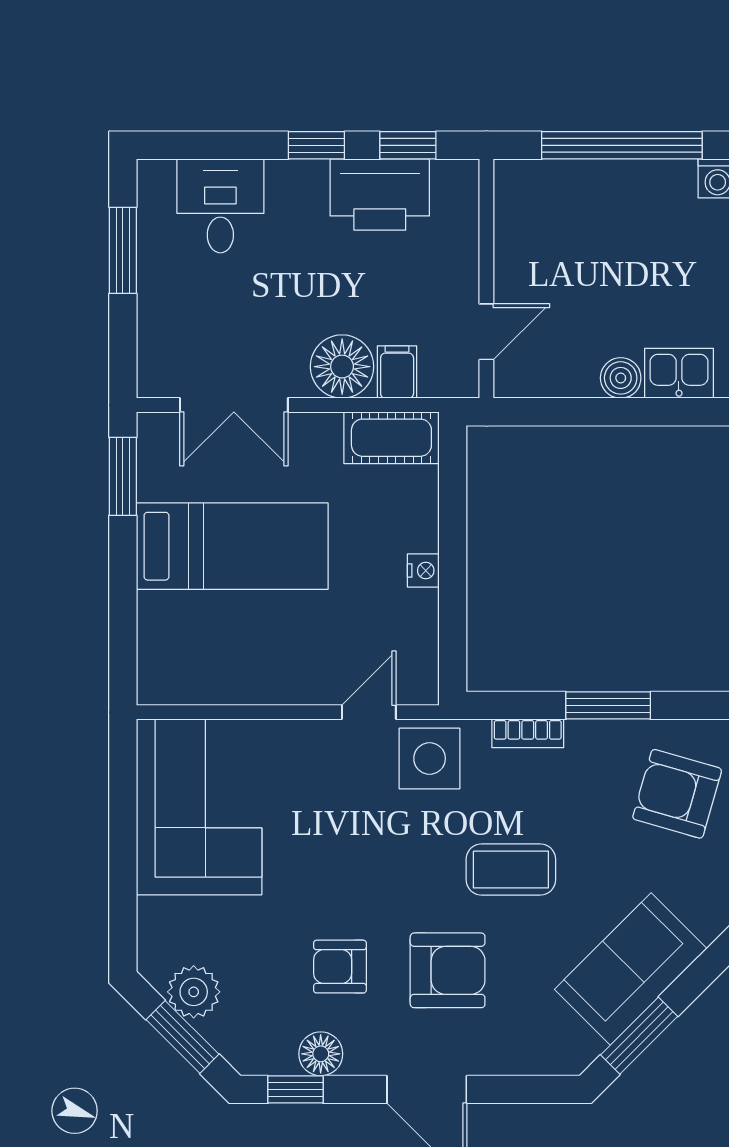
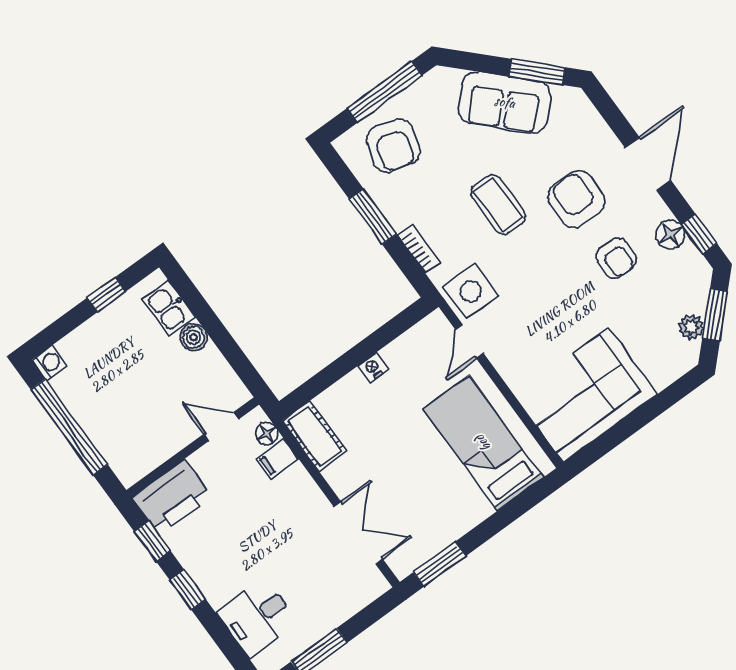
printer: (380, 195) -> (172, 497), moved, turned 90
floor lamp: (342, 367) -> (267, 434), moved, width x0.53, depth x0.53
bed: (232, 546) -> (483, 443), moved
door: (369, 712) -> (470, 342), hinge flipped
plant: (194, 992) -> (691, 327), width x0.73, depth x0.73

